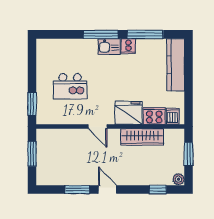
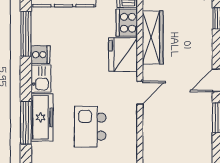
window: (101, 34) -> (26, 123), moved
freezer: (78, 47) -> (42, 117), added
kitchen island: (70, 86) -> (90, 127), turned 180

